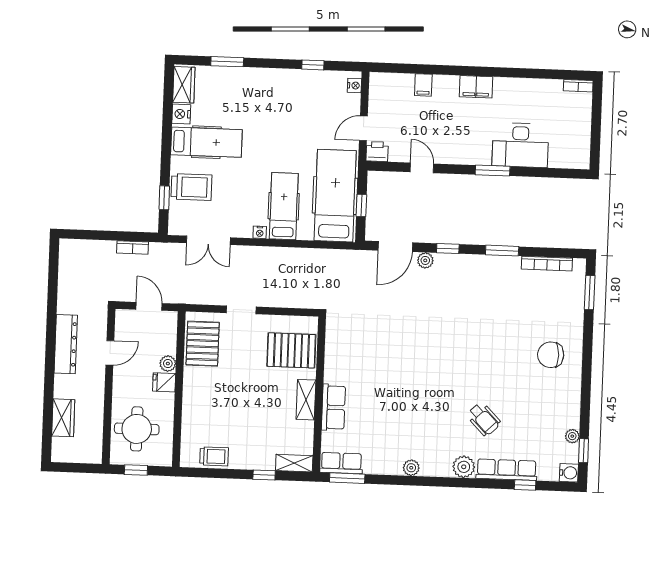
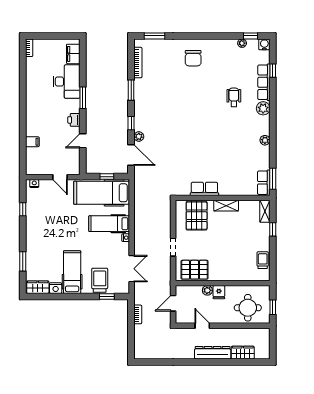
filing cabinet: (476, 87) -> (73, 54), moved, turned 180
printer: (377, 152) -> (74, 120), moved
dresser: (66, 344) -> (213, 353), moved
row of seats: (333, 407) -> (204, 189), moved
wheelchair: (484, 419) -> (234, 97), turned -46

